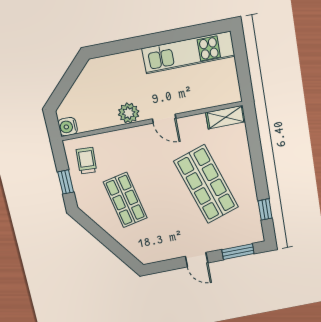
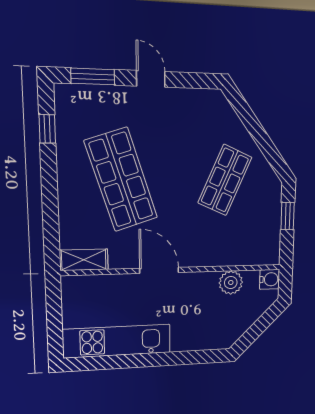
plant: (129, 113) -> (231, 283), moved
door: (164, 119) -> (159, 270), width x1.38
trolley: (86, 161) -> (259, 237), removed
shop shelf: (125, 200) -> (225, 180), turned 36

